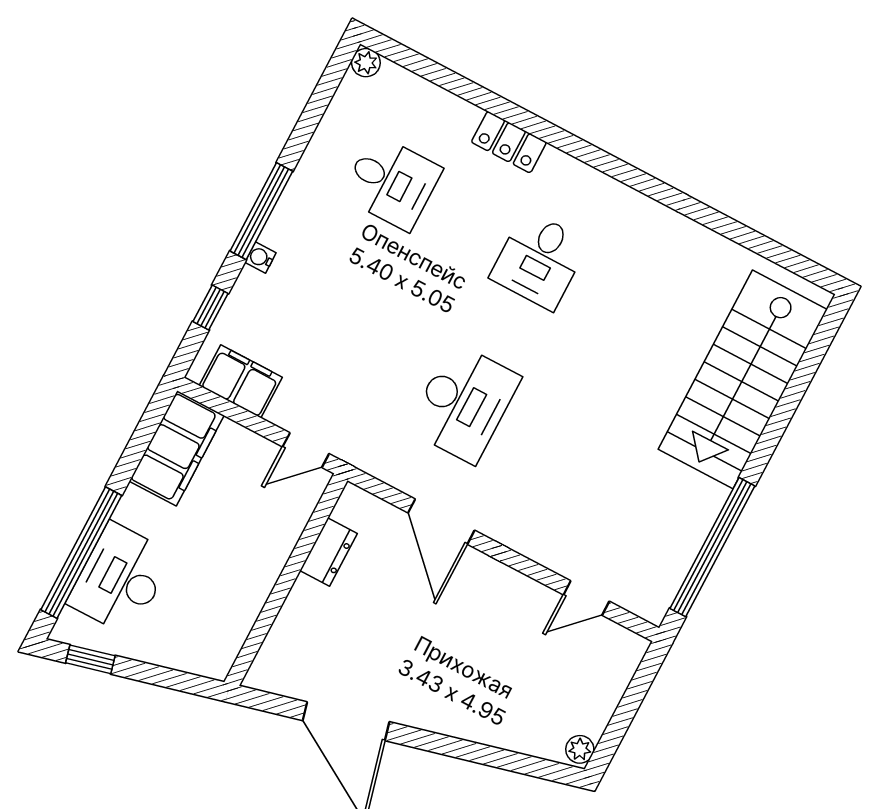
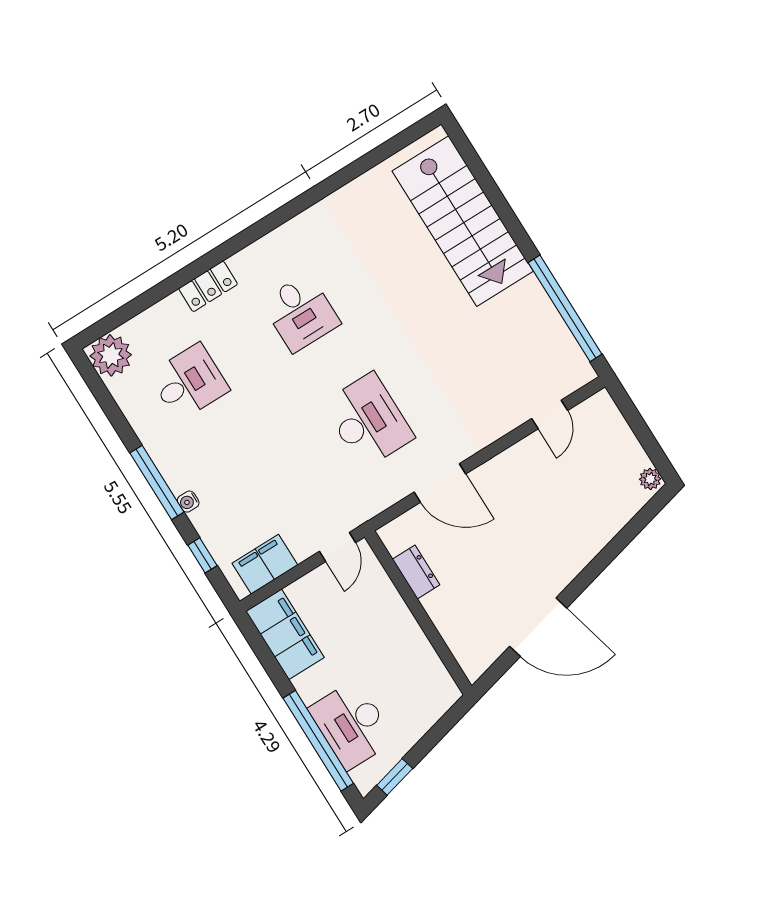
plant: (366, 63) -> (111, 355), width x1.87, depth x1.87

